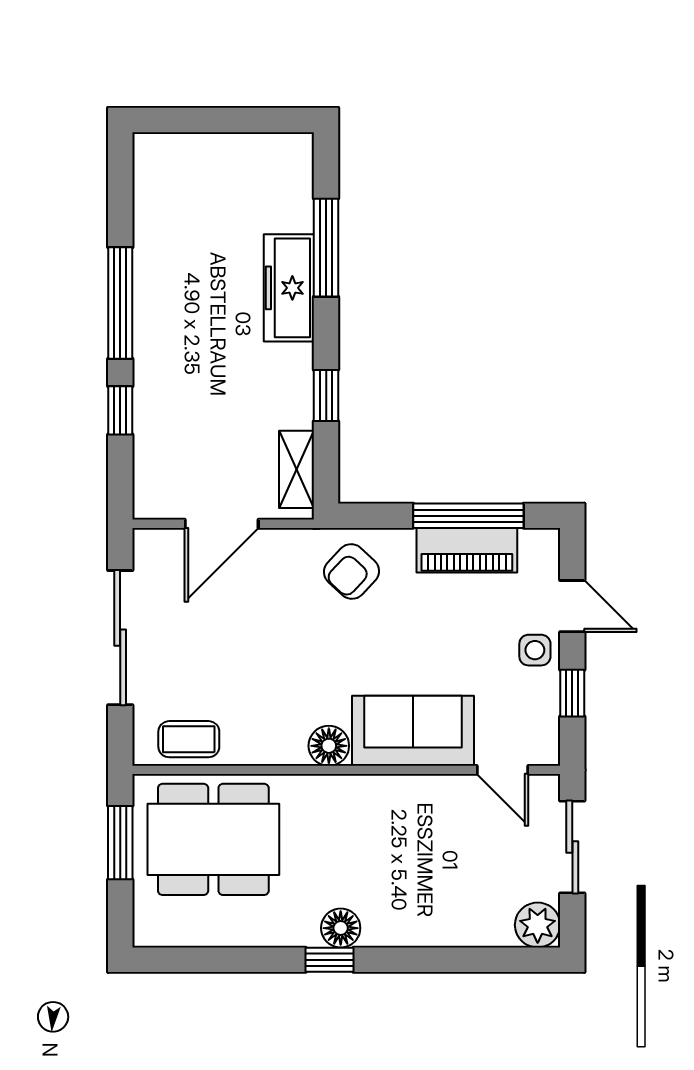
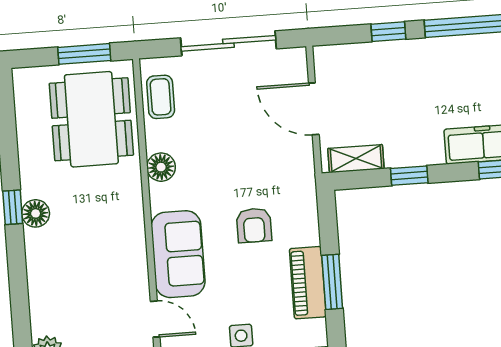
window: (468, 516) -> (332, 282), width x0.69
armchair: (352, 571) -> (254, 225), moved, turned -133
floor lamp: (329, 746) -> (161, 167), moved
door: (503, 770) -> (155, 319), swing flipped

